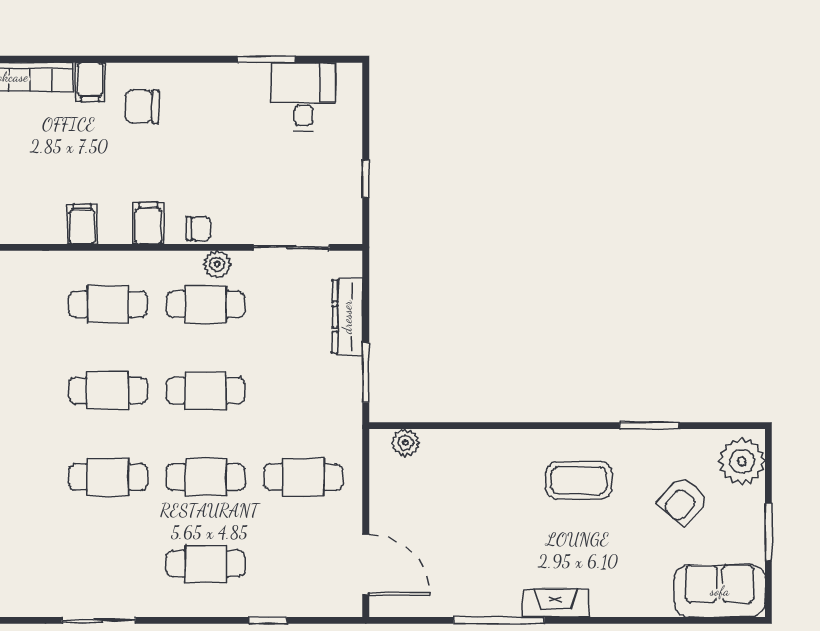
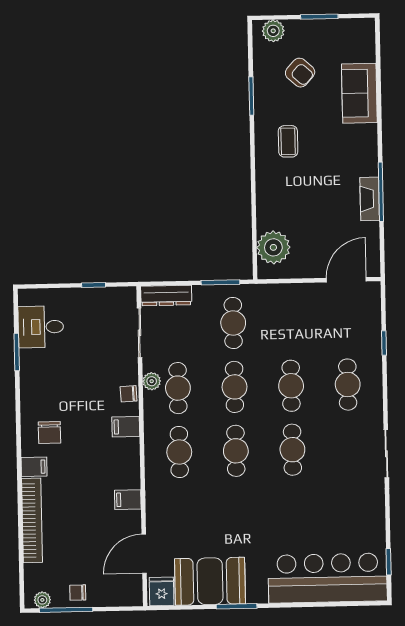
filing cabinet: (82, 224) -> (128, 500), moved
chair: (199, 229) -> (129, 394), turned -93
dresser: (347, 317) -> (166, 296), moved
plant: (406, 443) -> (273, 247), width x1.88, depth x1.88
plant: (742, 461) -> (273, 31), width x0.73, depth x0.73
cafe table: (303, 477) -> (233, 323), moved
coffee table: (579, 480) -> (288, 141), width x0.73, depth x0.77
sofa: (720, 591) -> (359, 93), moved
fireplace: (556, 603) -> (370, 199), moved

